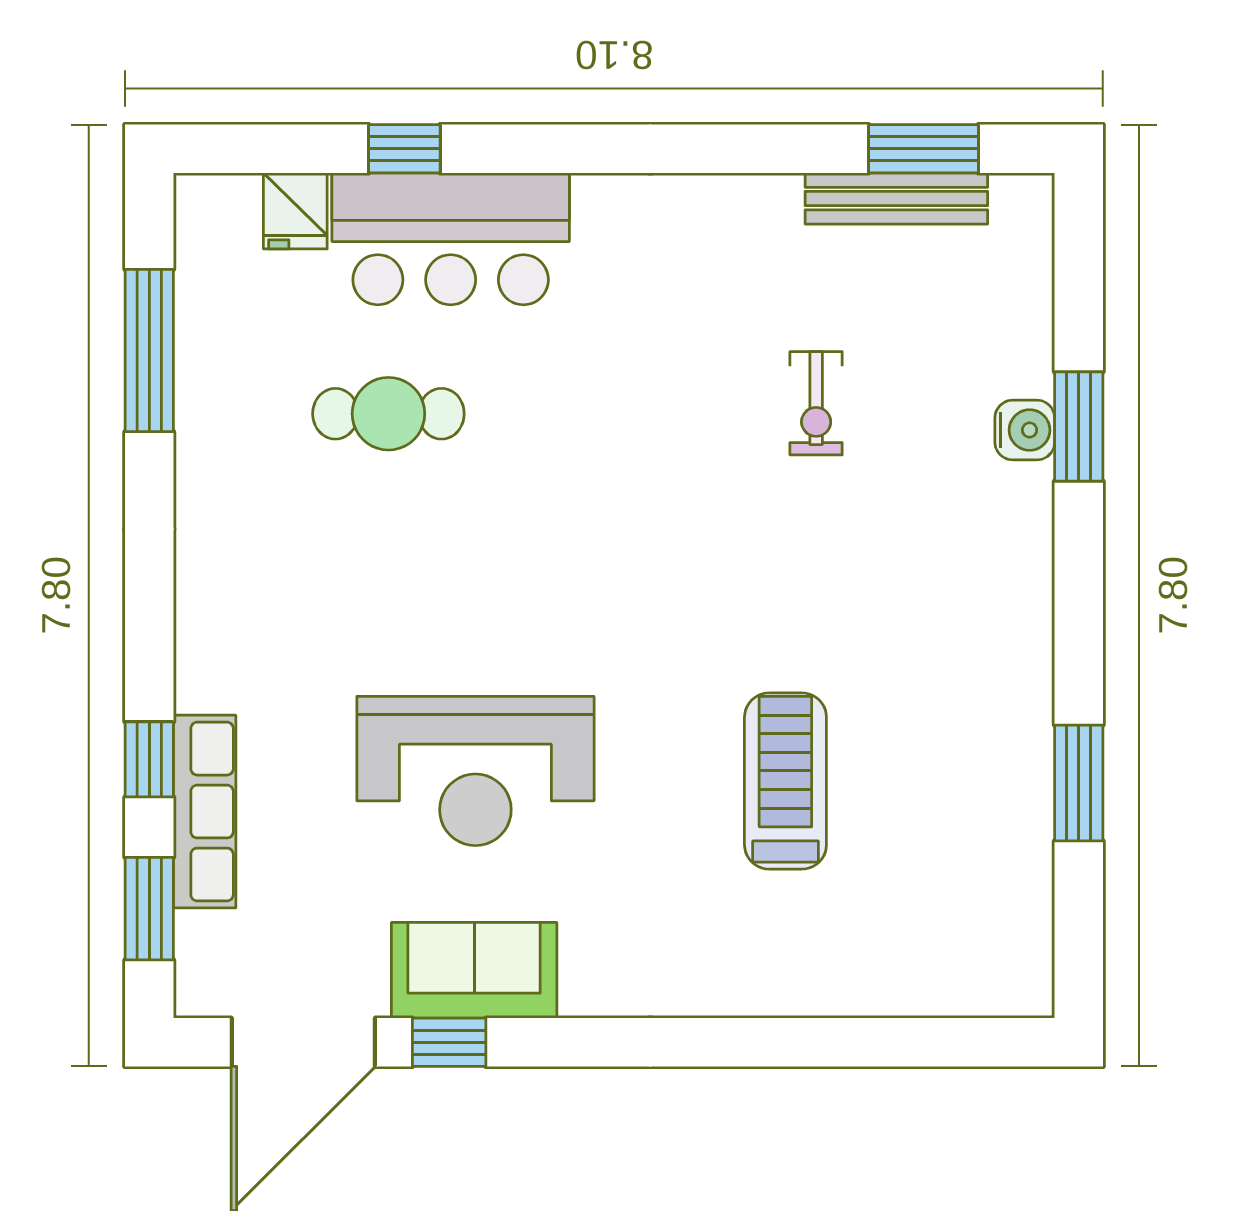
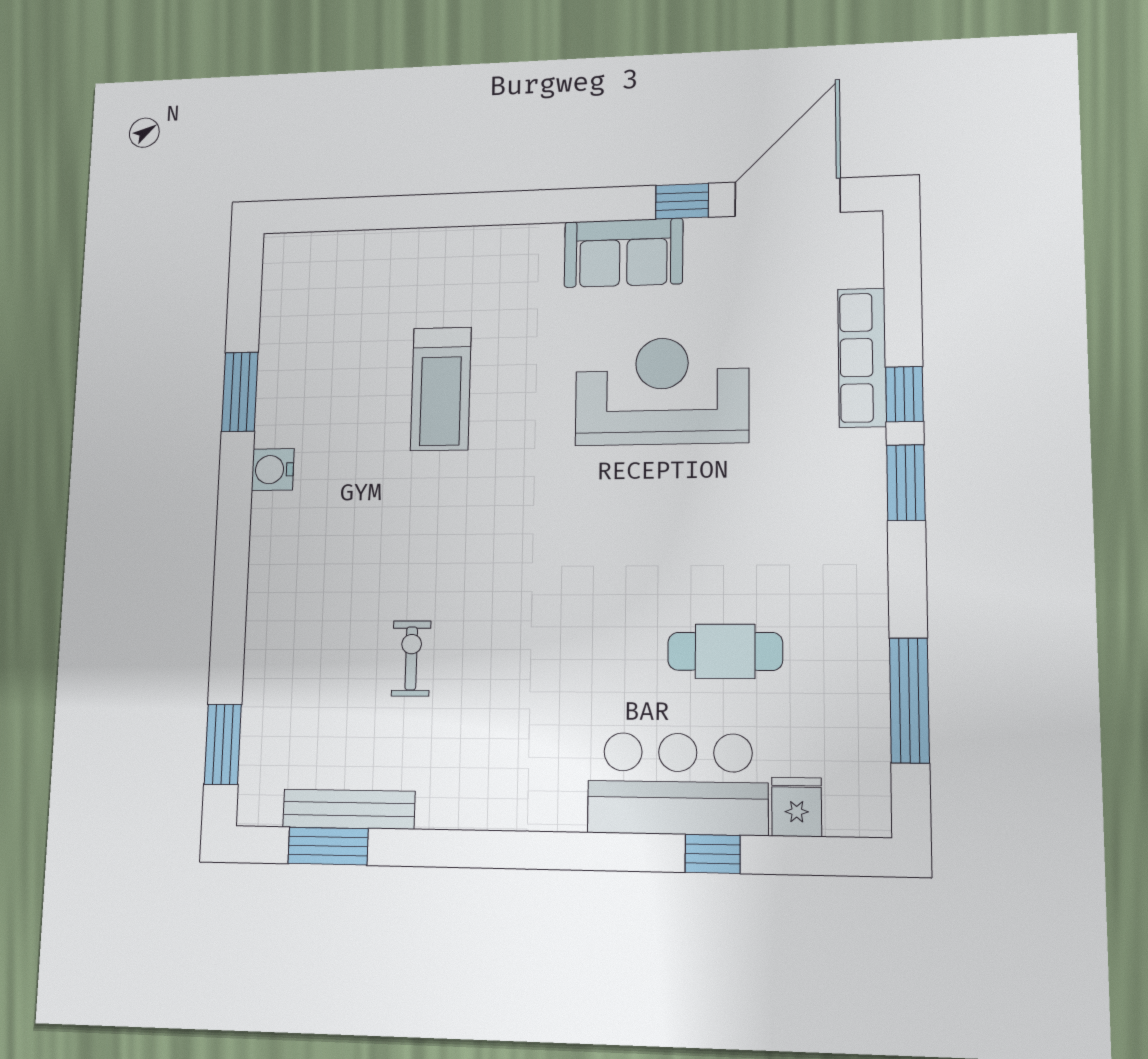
window: (1079, 426) -> (223, 744), moved
water cooler: (1025, 430) -> (273, 470), moved
window: (149, 909) -> (906, 483), moved
sofa: (474, 970) -> (623, 253), moved

